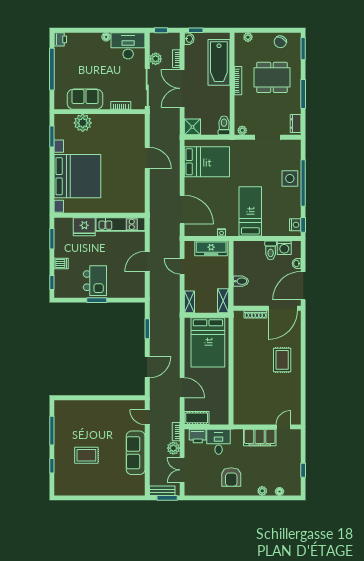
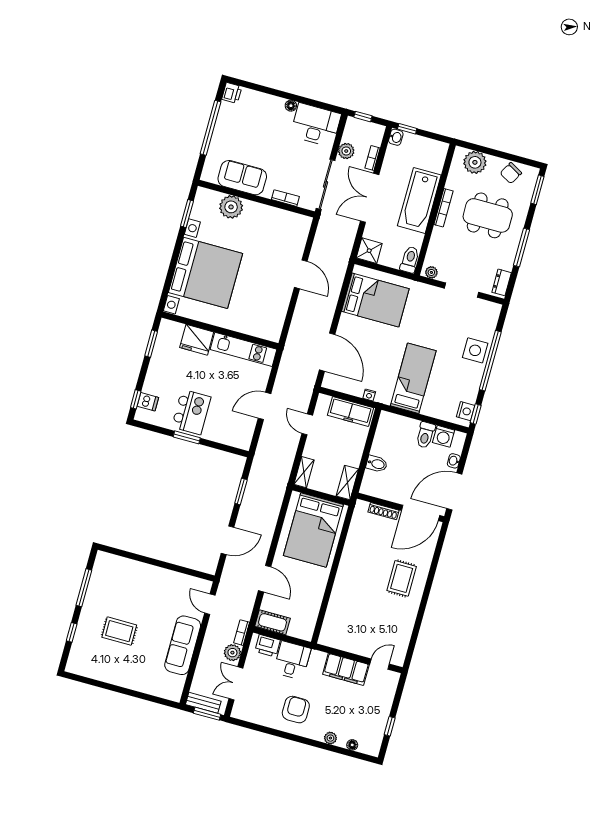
plant: (248, 37) -> (475, 162), width x1.88, depth x1.88
bathtub: (219, 62) -> (419, 200), moved
dishwasher: (61, 263) -> (148, 402), moved
armchair: (231, 477) -> (296, 710), turned 180

